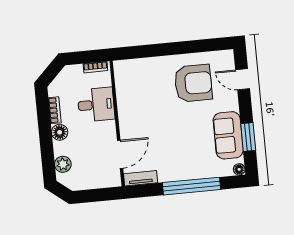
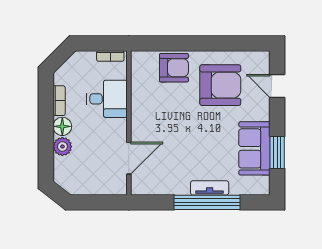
armchair: (152, 72) -> (174, 68), added
plant: (63, 164) -> (62, 147), moved
floor lamp: (239, 169) -> (263, 189), removed
tv unit: (141, 178) -> (210, 188), moved

